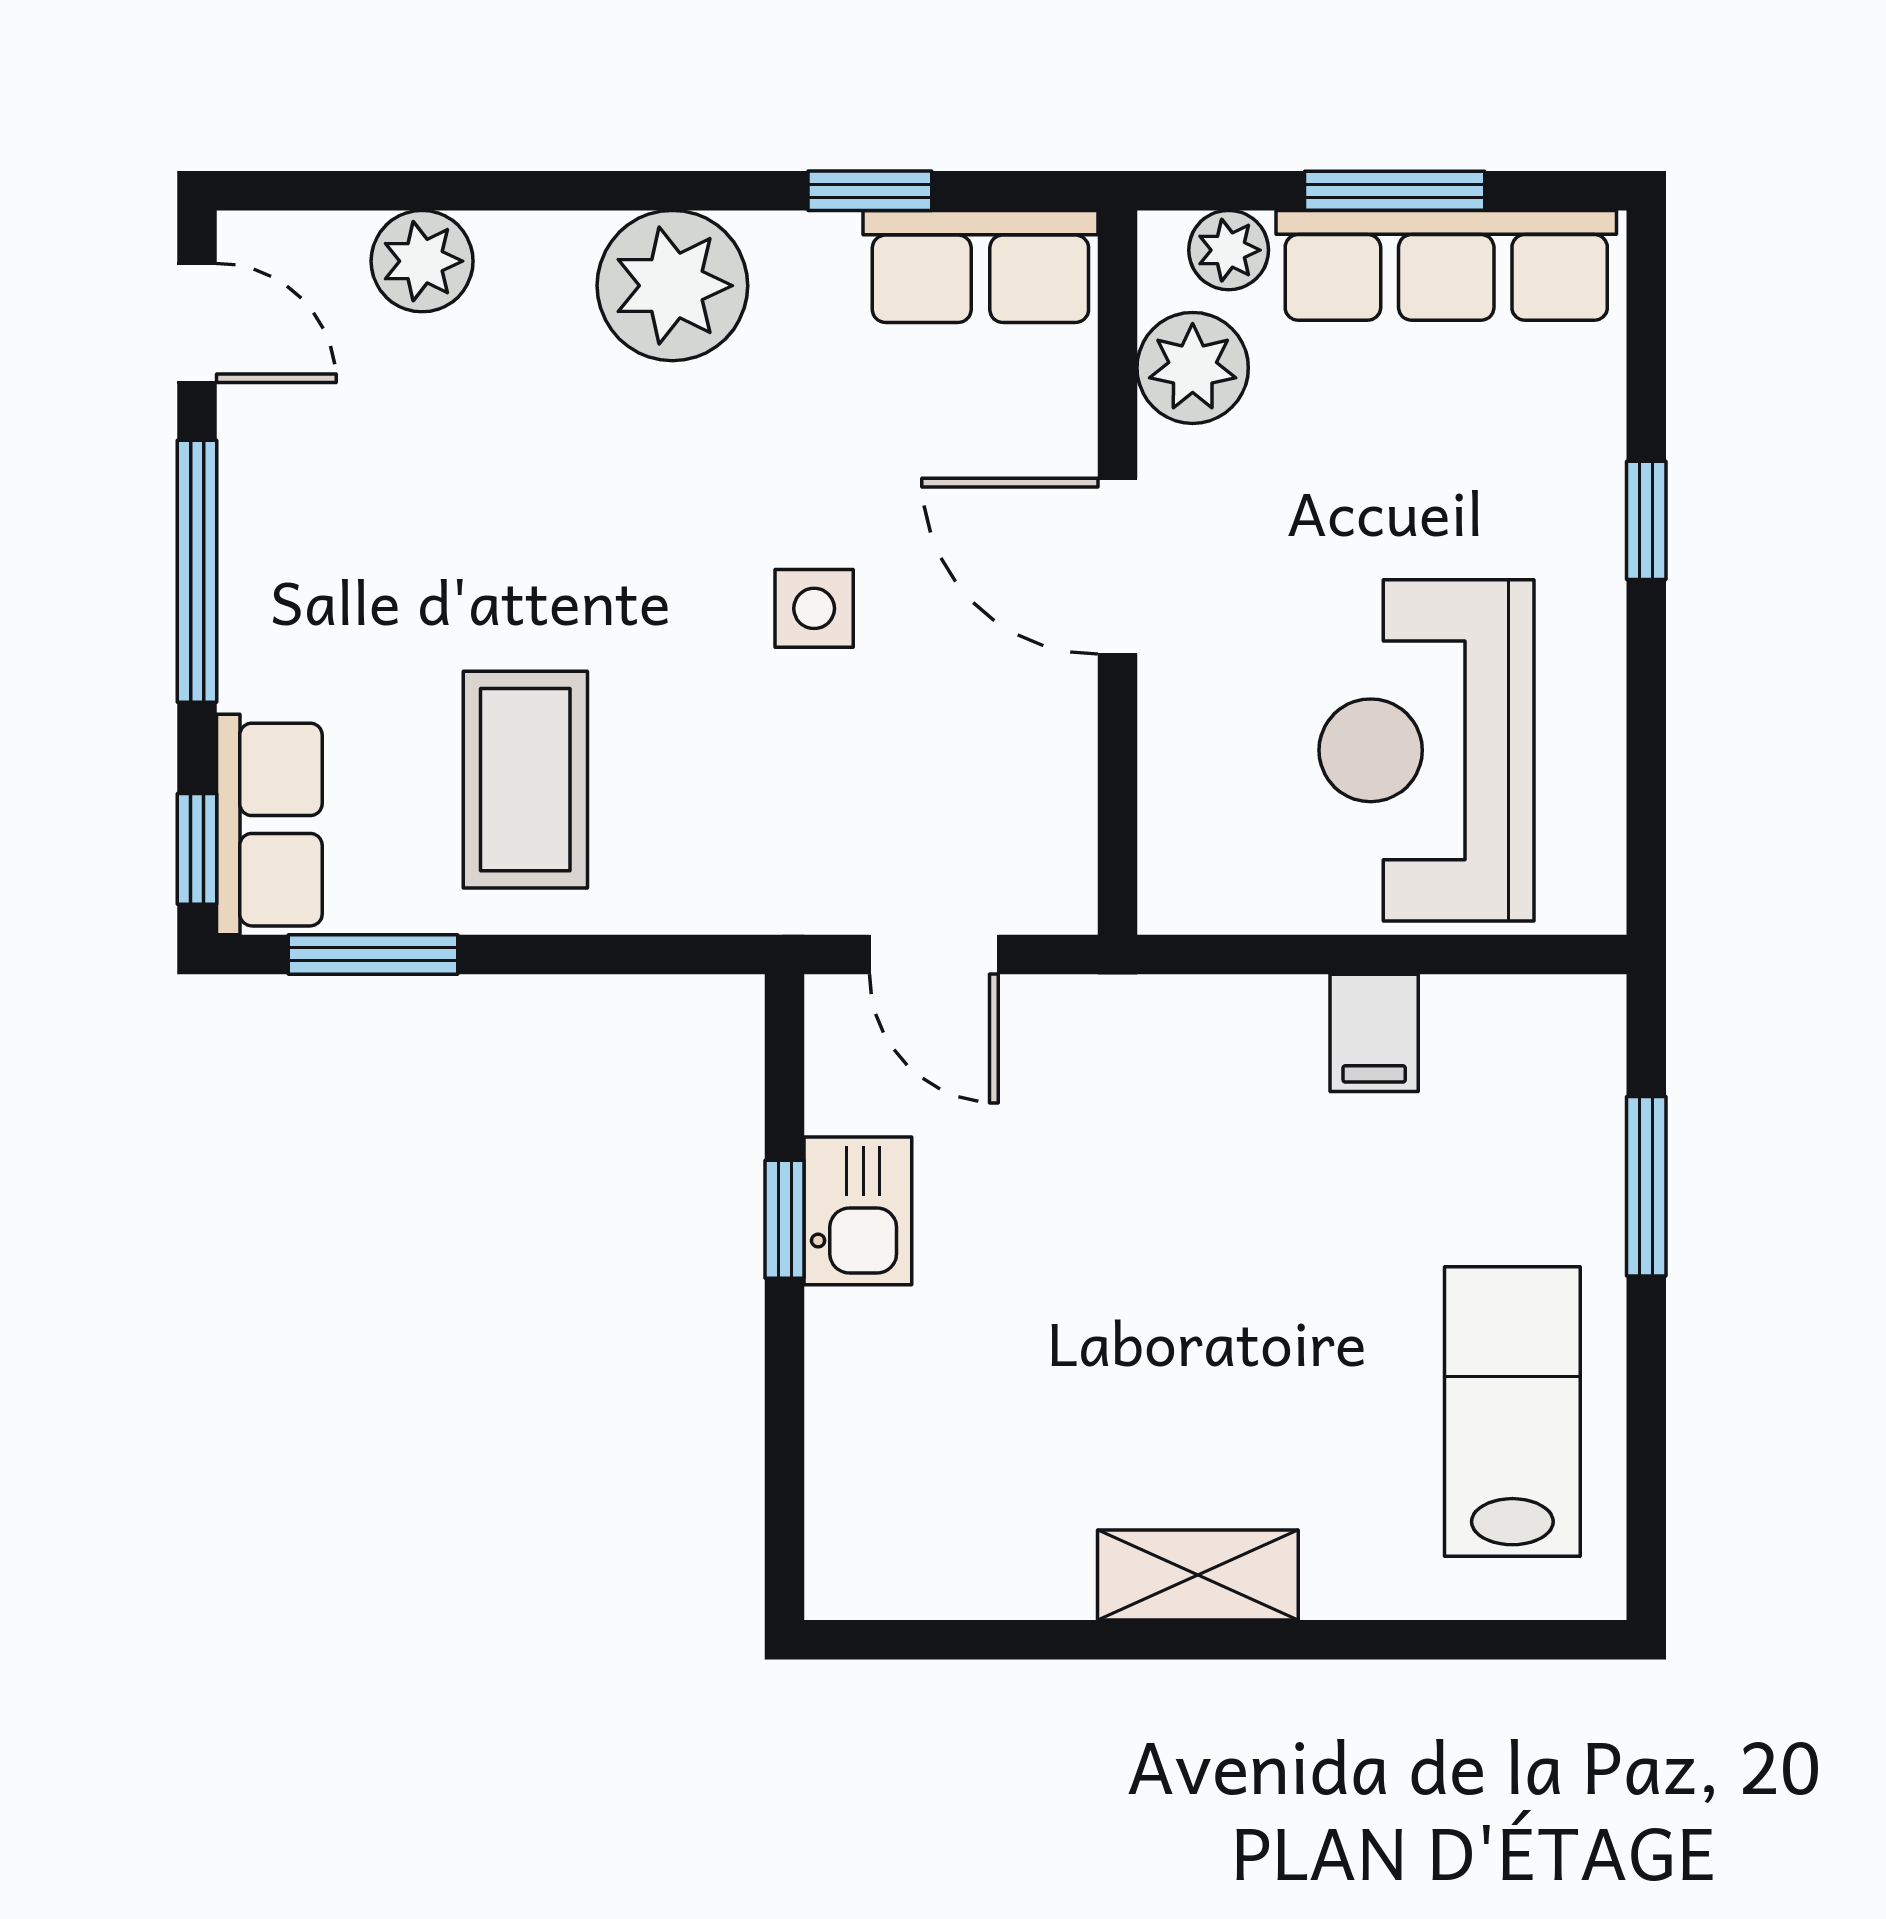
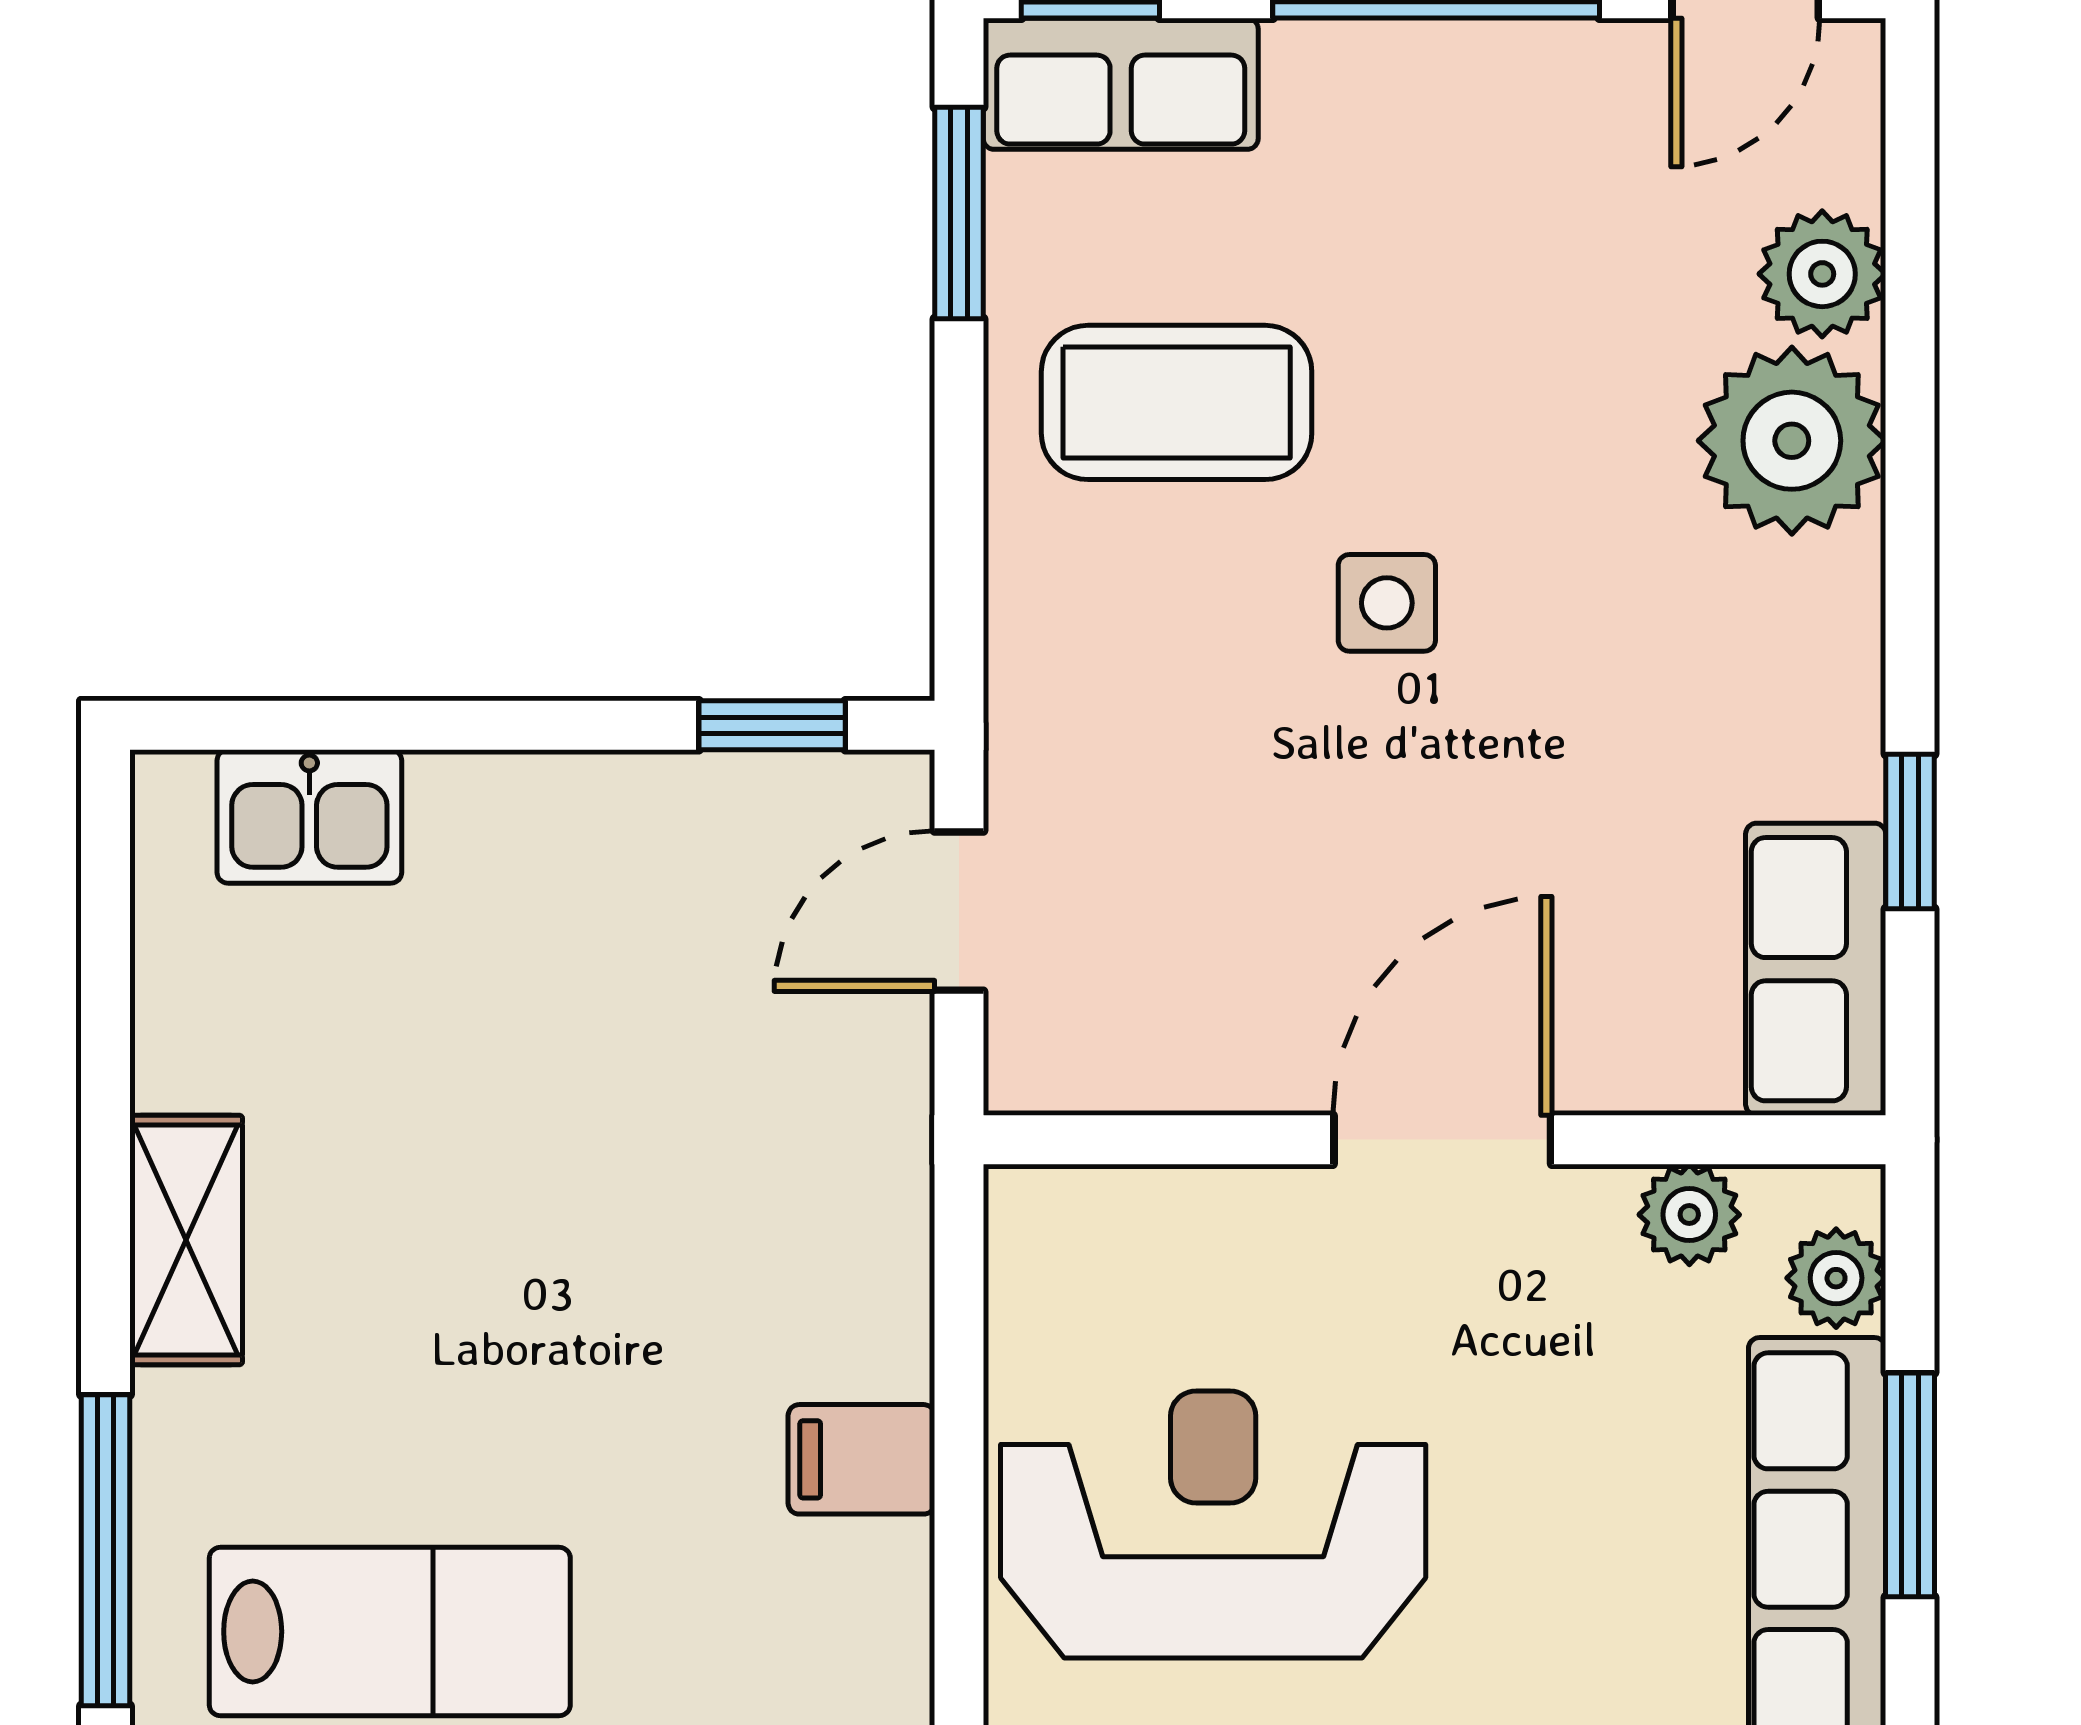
plant: (672, 286) -> (1792, 441), moved
plant: (1193, 368) -> (1689, 1215), width x0.73, depth x0.73
side table: (814, 608) -> (1387, 603), moved
kitchen sink: (858, 1211) -> (309, 816), moved
window: (785, 1219) -> (772, 725), moved
window: (1447, 1640) -> (106, 1550), added

